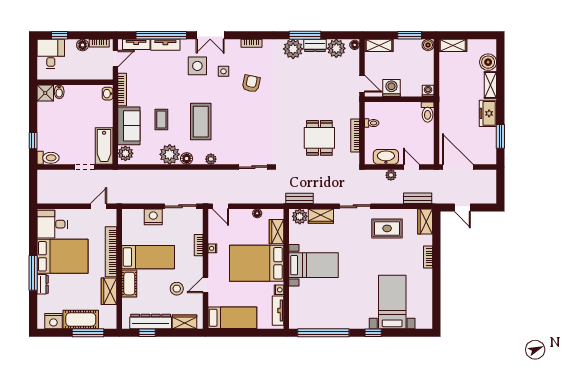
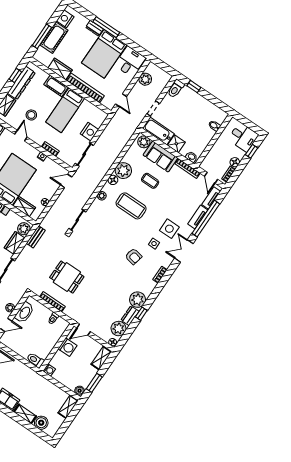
window: (305, 35) -> (141, 314), width x0.46
shower: (45, 93) -> (176, 144), moved
plant: (60, 196) -> (145, 79), added

